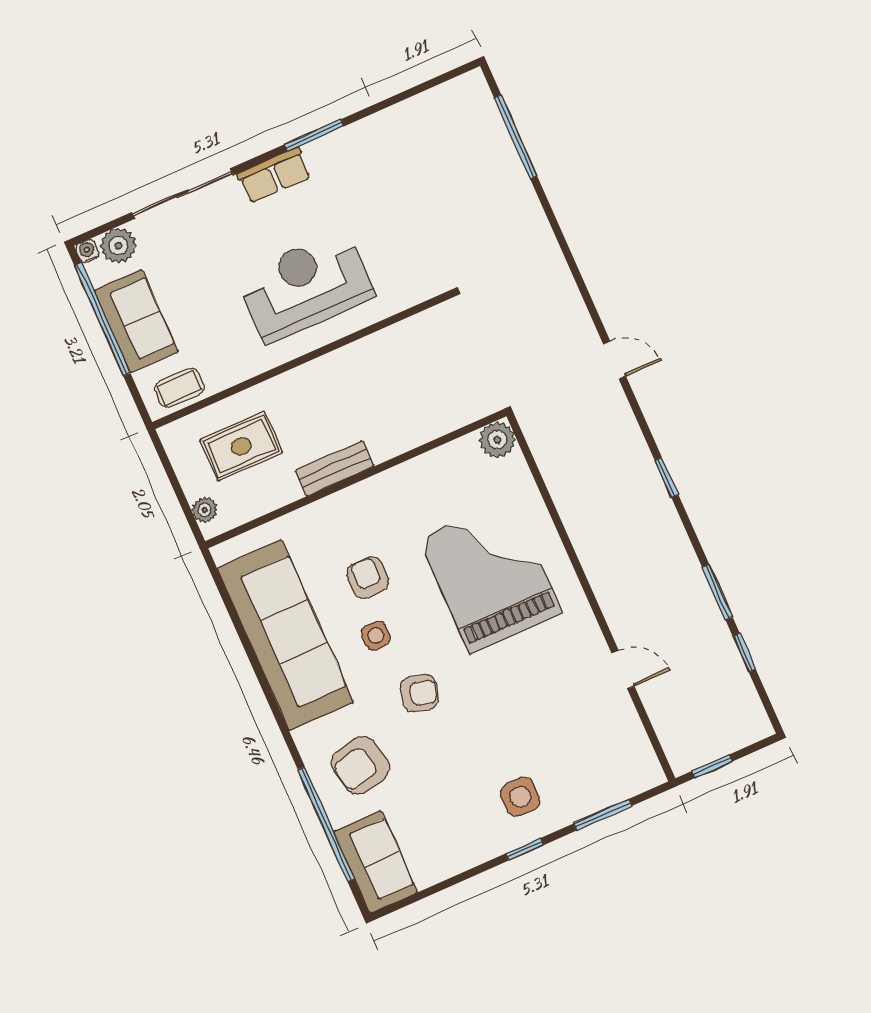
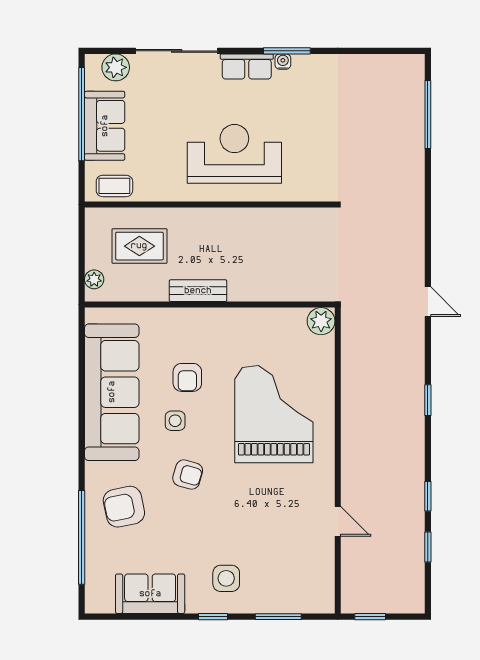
water cooler: (87, 251) -> (283, 62), moved
armchair: (368, 578) -> (187, 377), turned 180
window: (717, 592) -> (428, 496), width x0.67
sofa: (376, 862) -> (150, 594), moved, turned -90

